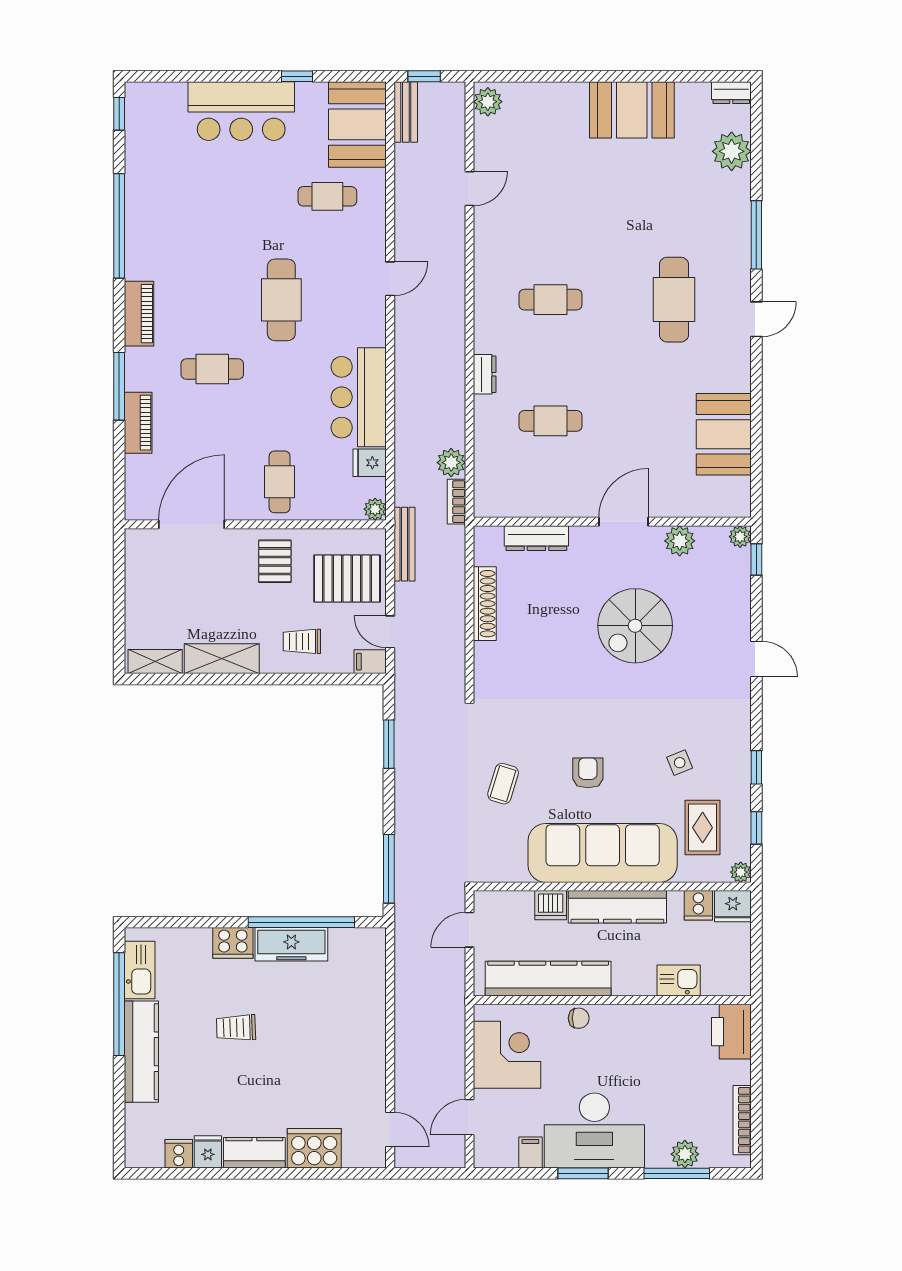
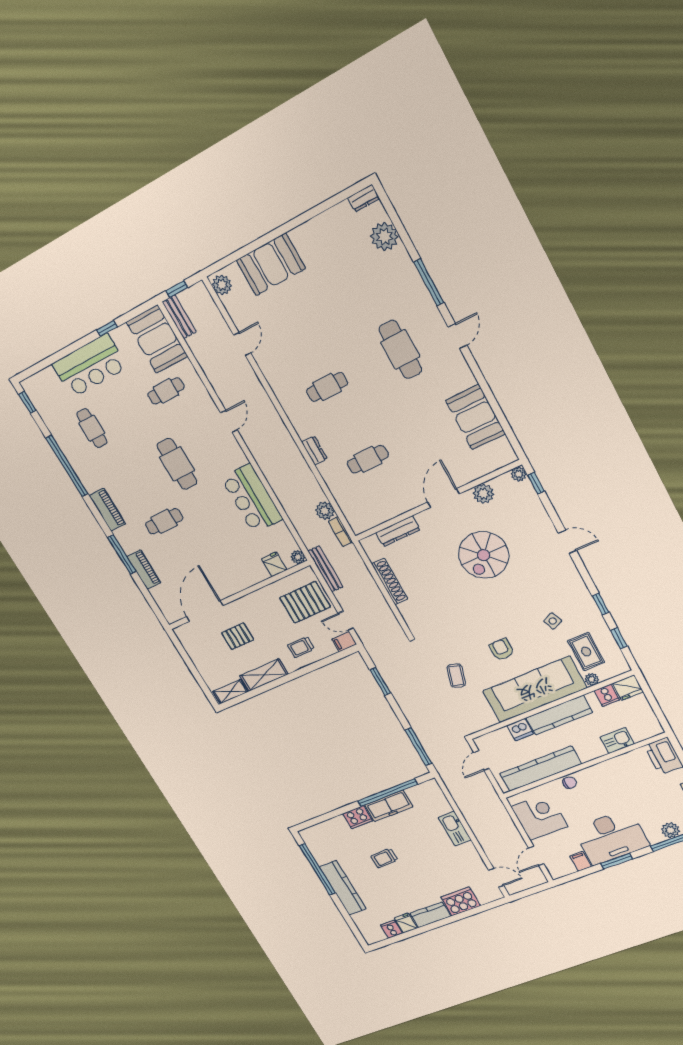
booth: (632, 110) -> (271, 264), moved
fridge: (370, 463) -> (274, 564), moved, turned 90
cafe table: (280, 482) -> (92, 428), moved
pallet: (275, 561) -> (238, 636), moved, turned 90
plant: (741, 872) -> (592, 679), moved
kitchen sink: (140, 970) -> (455, 829), moved, turned 180

